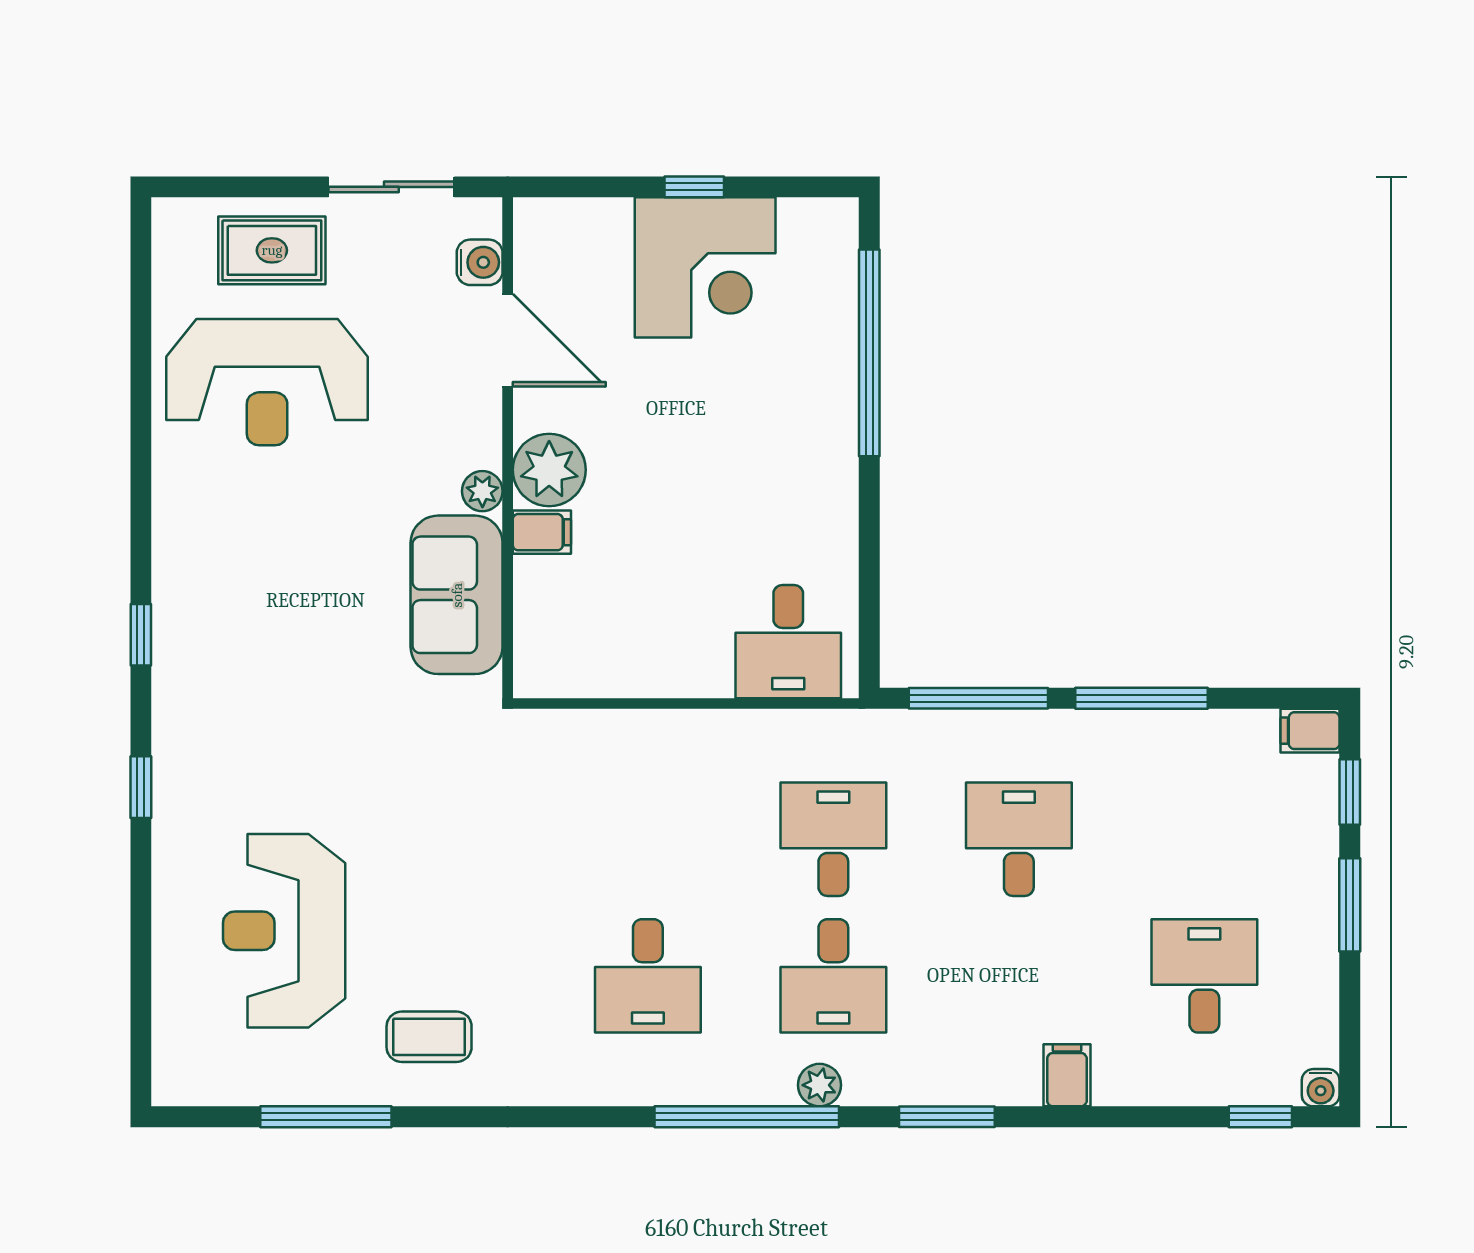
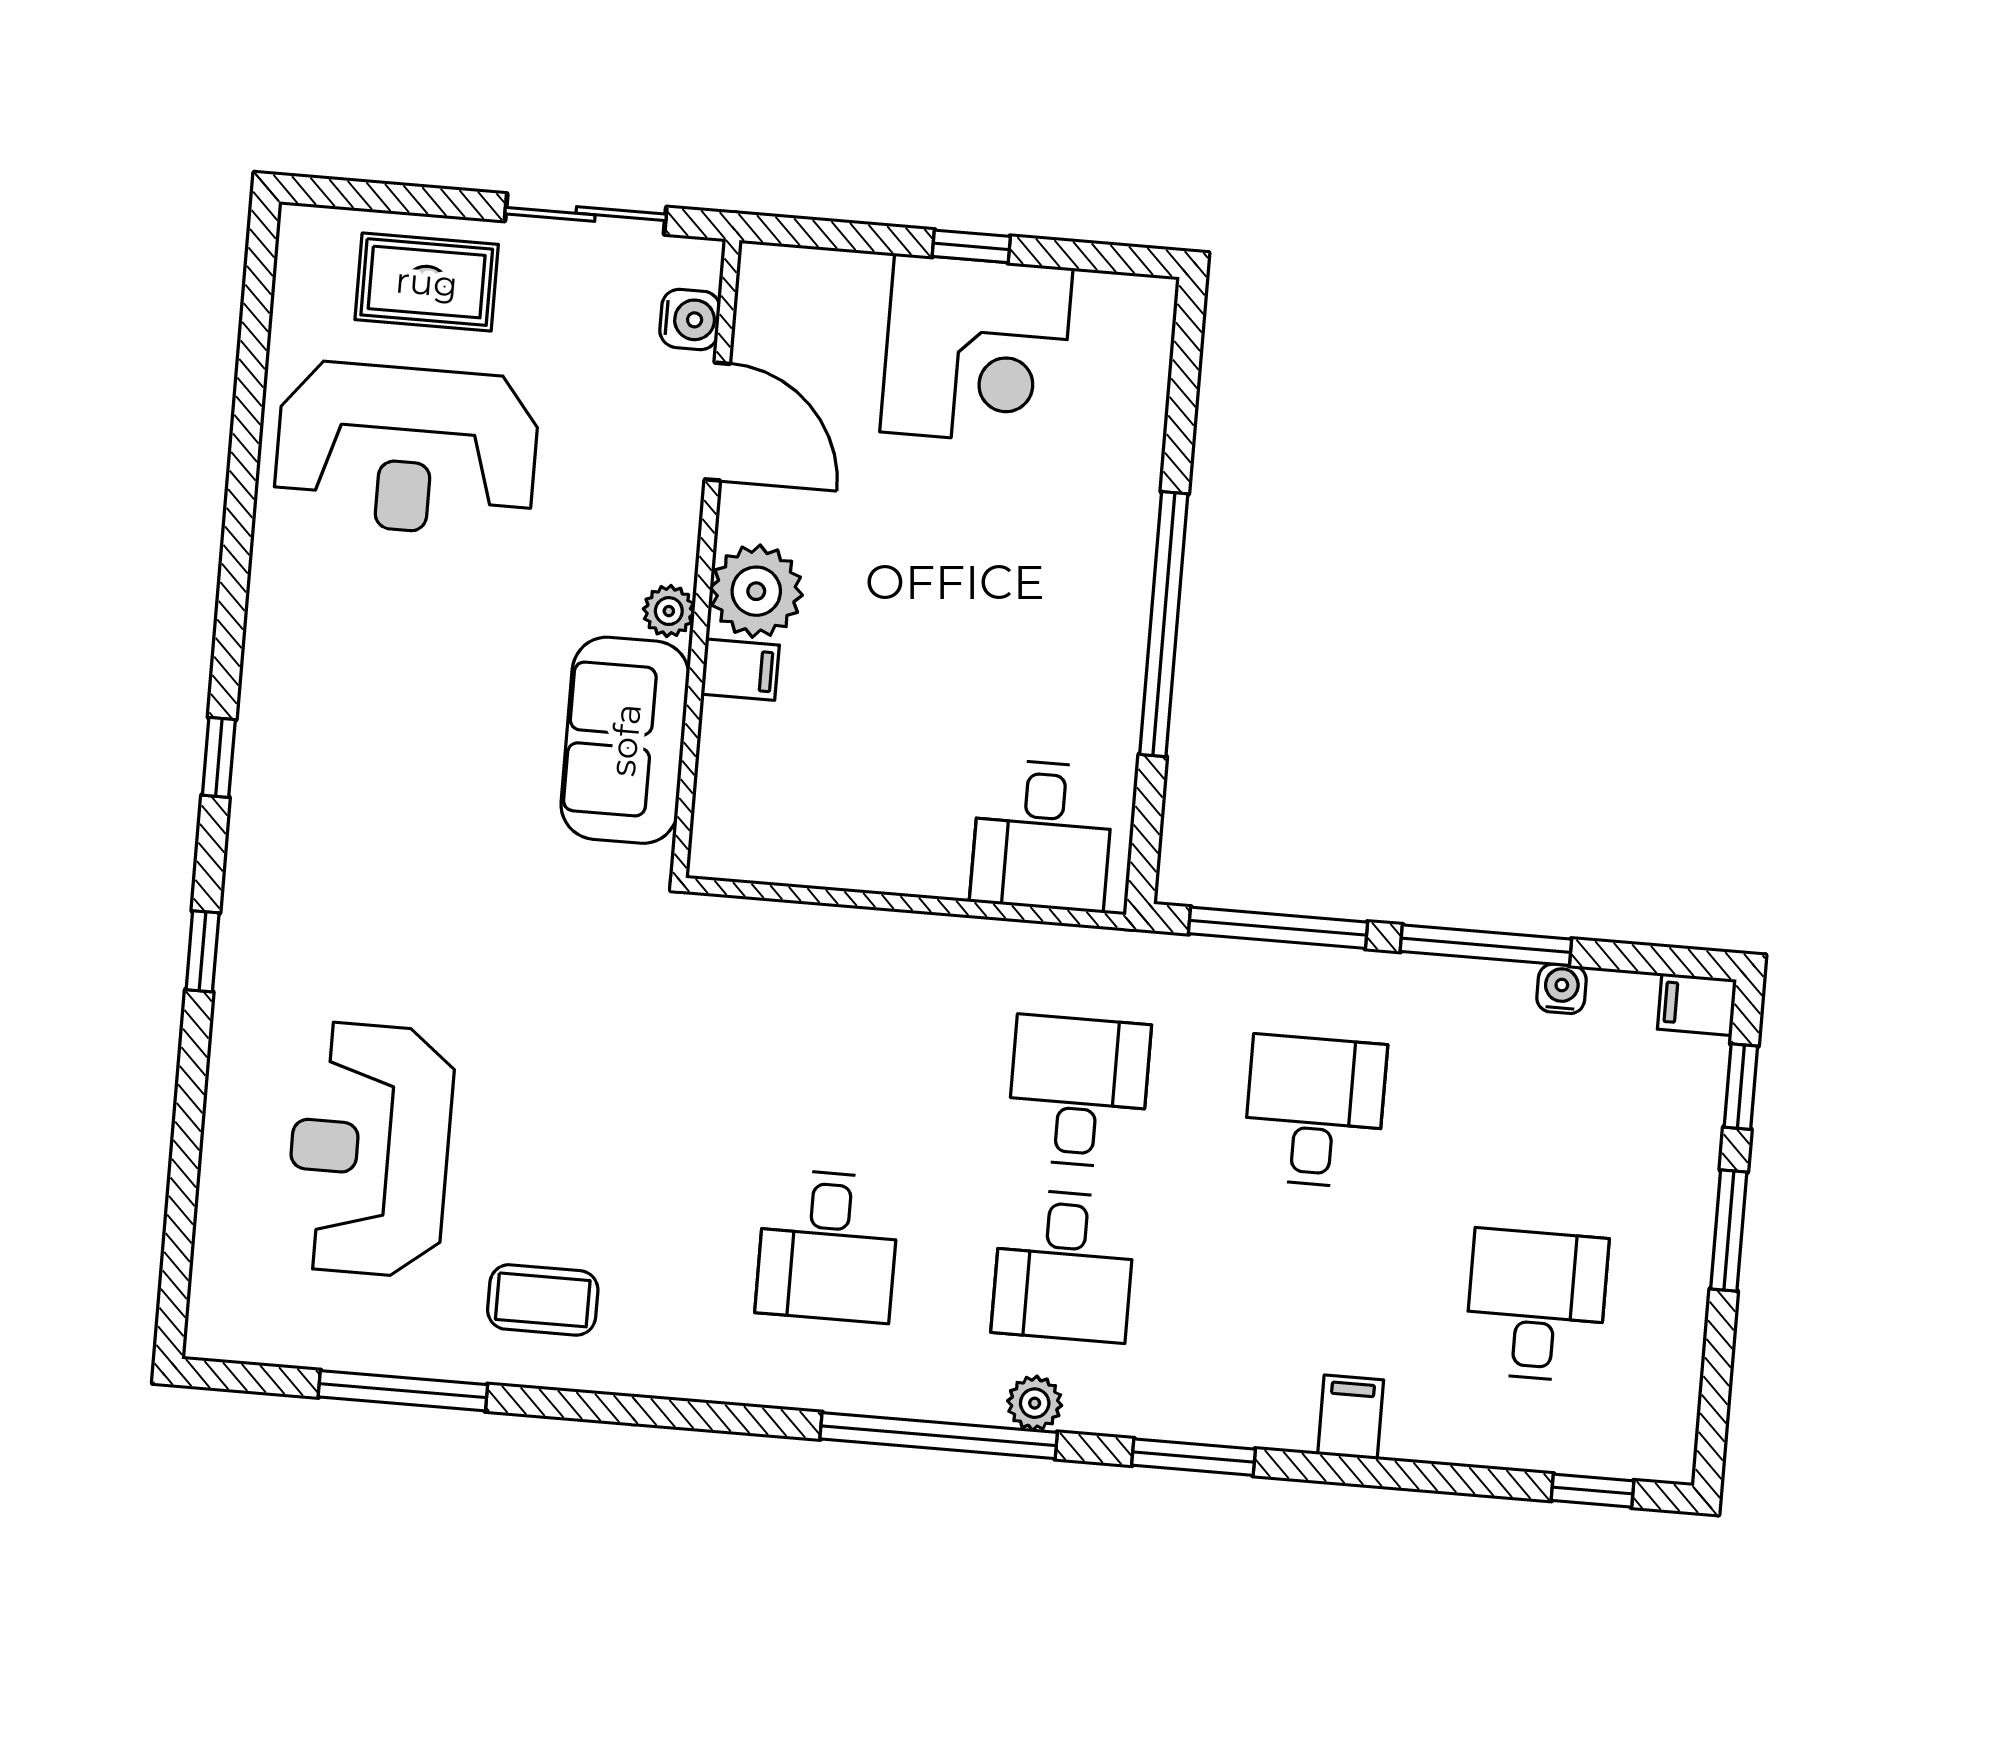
window: (869, 353) -> (1164, 624), moved
water cooler: (1321, 1088) -> (1561, 989), moved, turned 180

